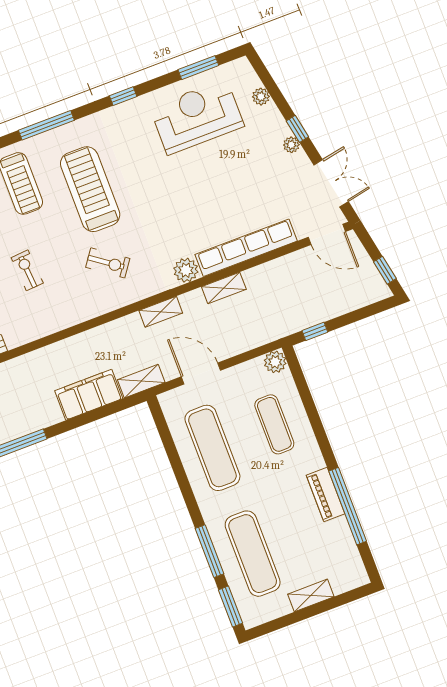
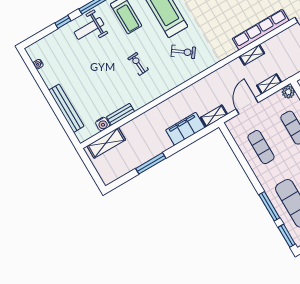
plant: (186, 270) -> (228, 48), removed
shelving: (161, 312) -> (269, 84), moved
door: (201, 374) -> (247, 106), hinge flipped
exercise mat: (212, 448) -> (261, 147), width x0.73, depth x0.69

